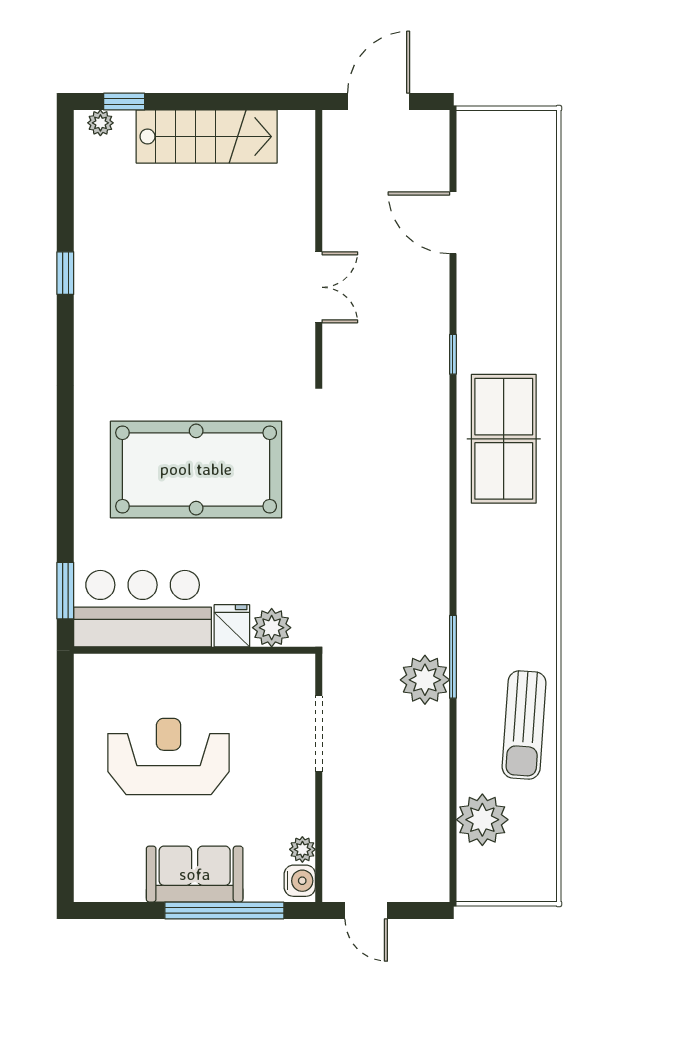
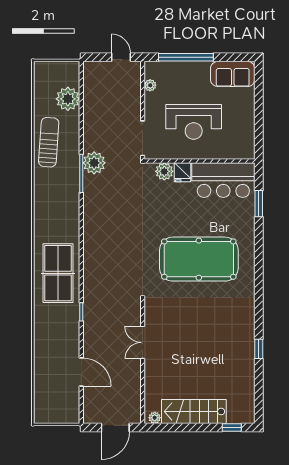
plant: (100, 123) -> (155, 418), moved
bar counter: (143, 609) -> (223, 180), moved
fridge: (232, 626) -> (182, 172), moved
plant: (272, 628) -> (164, 171), moved
wall: (195, 650) -> (200, 161), moved
reception desk: (169, 756) -> (194, 122), moved
sofa: (195, 874) -> (233, 74), moved
water cooler: (300, 881) -> (151, 71), removed

